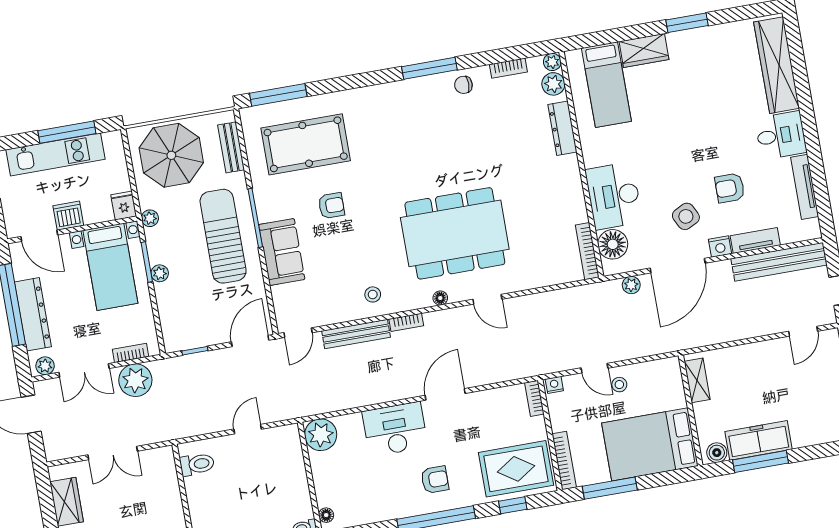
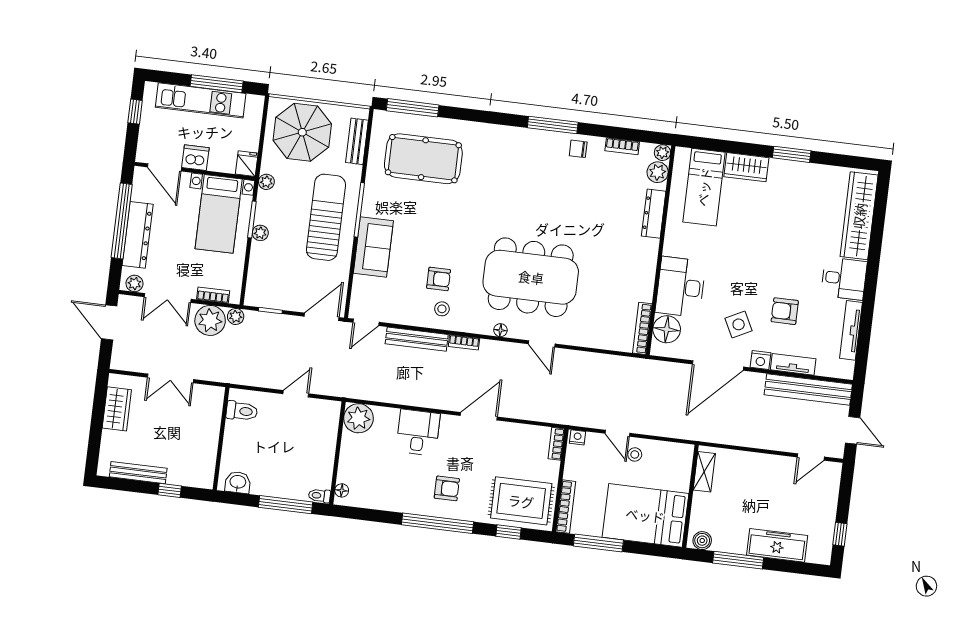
armchair: (331, 206) -> (439, 279), moved
plant: (631, 285) -> (236, 316), moved
desk: (395, 429) -> (418, 432), width x0.73
freezer: (759, 440) -> (777, 545), moved

